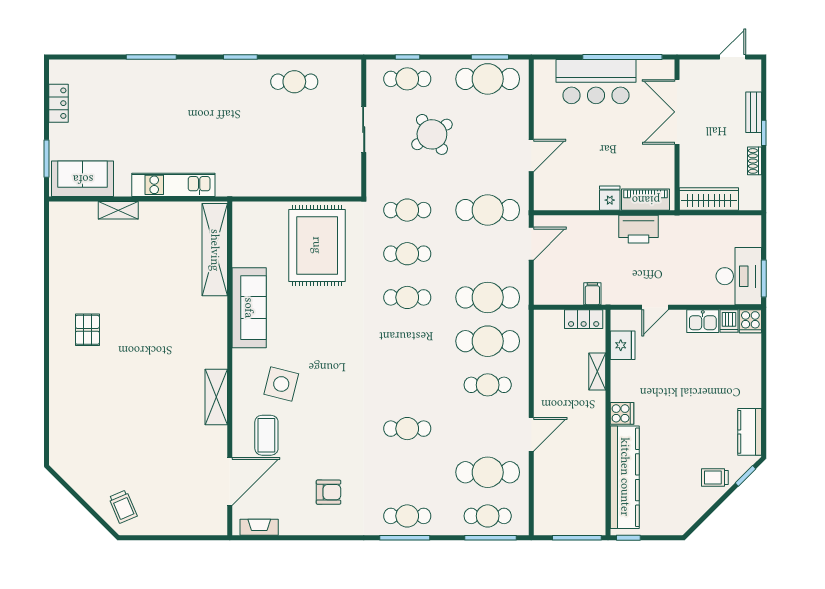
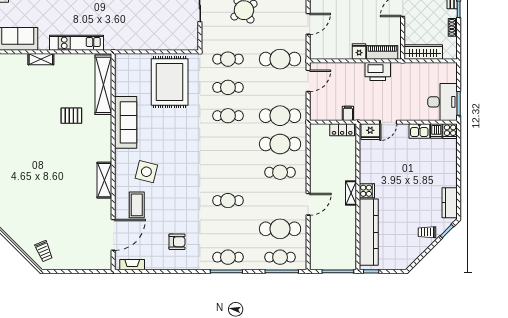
pallet: (87, 330) -> (71, 116), moved, turned 90
fridge: (623, 345) -> (370, 132), moved, turned 90
shelving: (597, 371) -> (351, 193), moved

